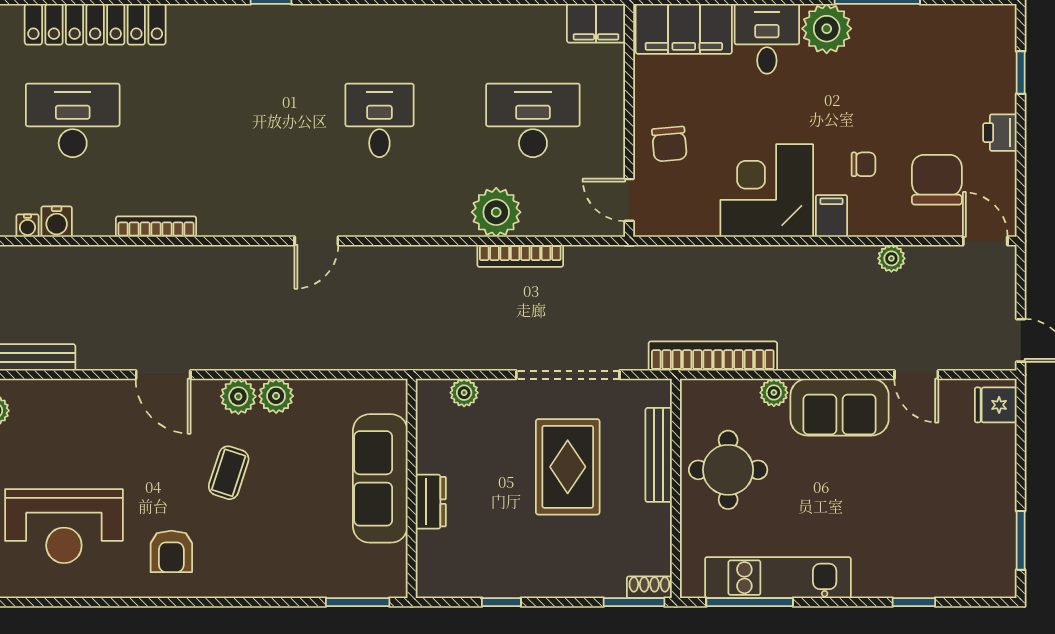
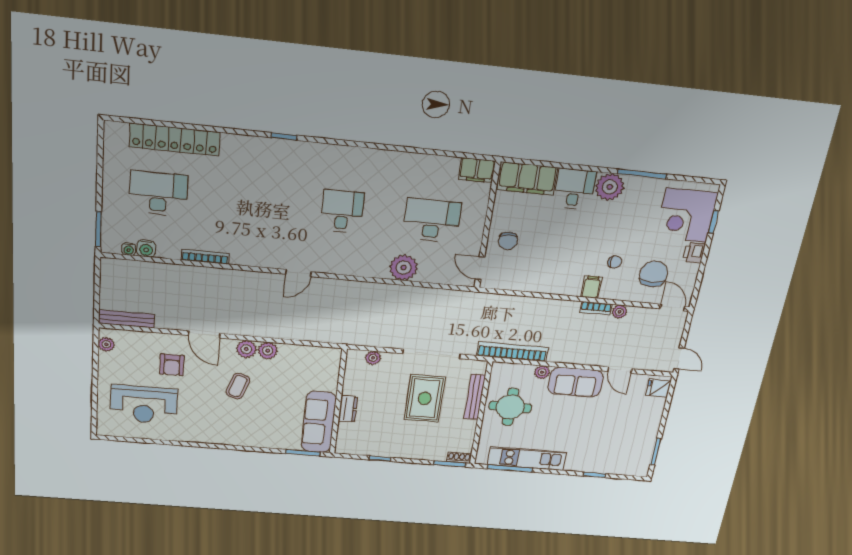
corner desk: (767, 190) -> (686, 215), moved, turned -90
bookcase: (520, 256) -> (596, 308), moved, width x0.64
sofa: (380, 478) -> (319, 422), moved
armchair: (171, 551) -> (172, 365), moved

